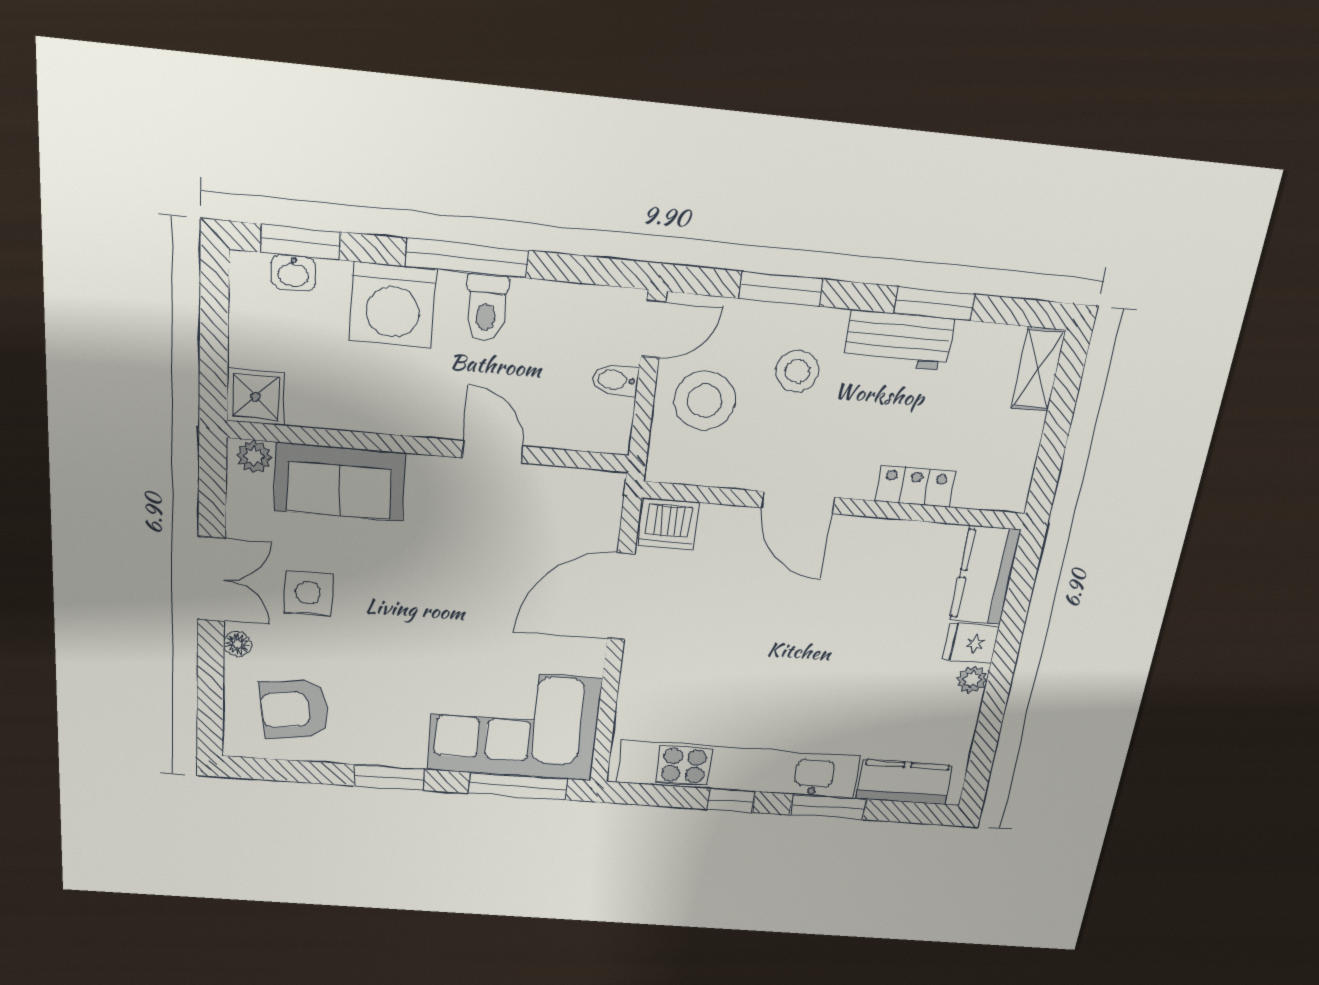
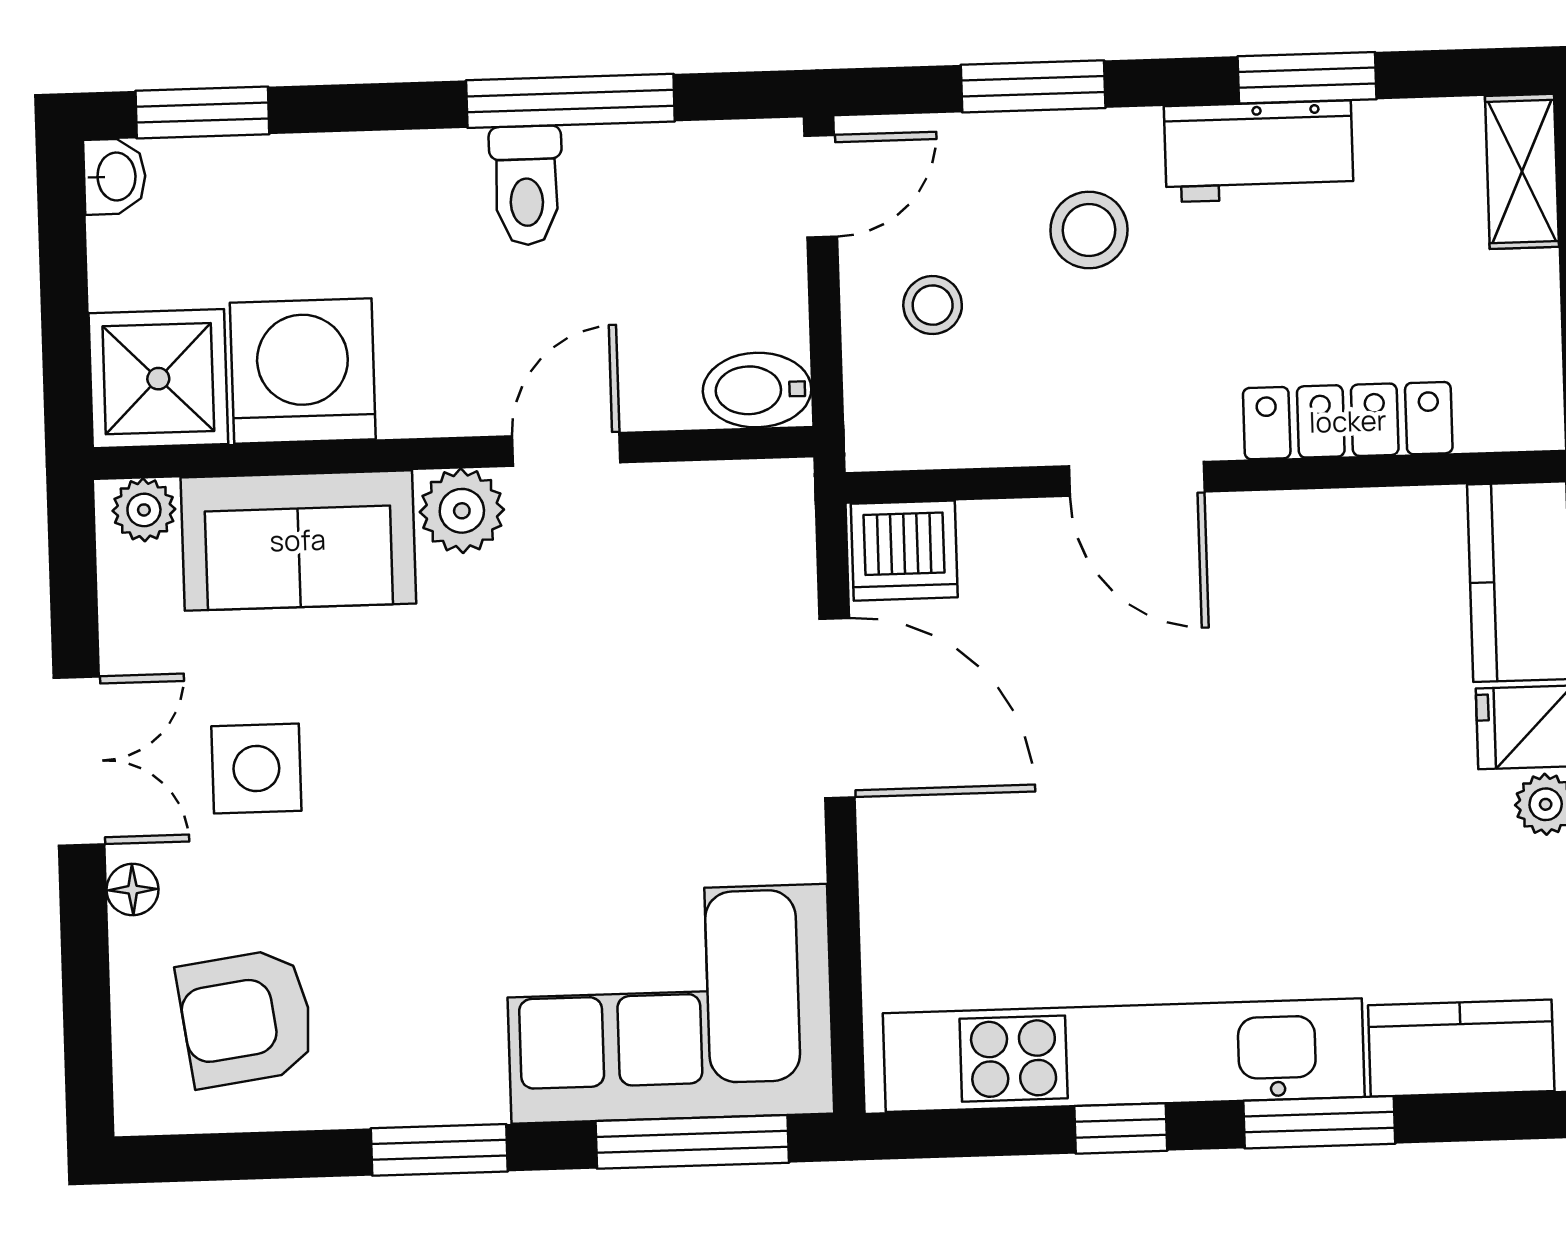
window: (467, 258) -> (570, 101), moved
washbasin: (293, 273) -> (115, 177), moved, turned -90
washing machine: (393, 305) -> (303, 371), moved, turned 180
bidet: (616, 380) -> (757, 390), moved, width x1.38, depth x1.36
shower: (256, 397) -> (158, 379), width x1.36, depth x1.36
stool: (705, 400) -> (933, 305), width x0.53, depth x0.53
door: (492, 452) -> (566, 449), hinge flipped
plant: (431, 477) -> (462, 511), added
locker: (915, 486) -> (1348, 421), width x1.53
door: (621, 597) -> (837, 708), swing flipped

